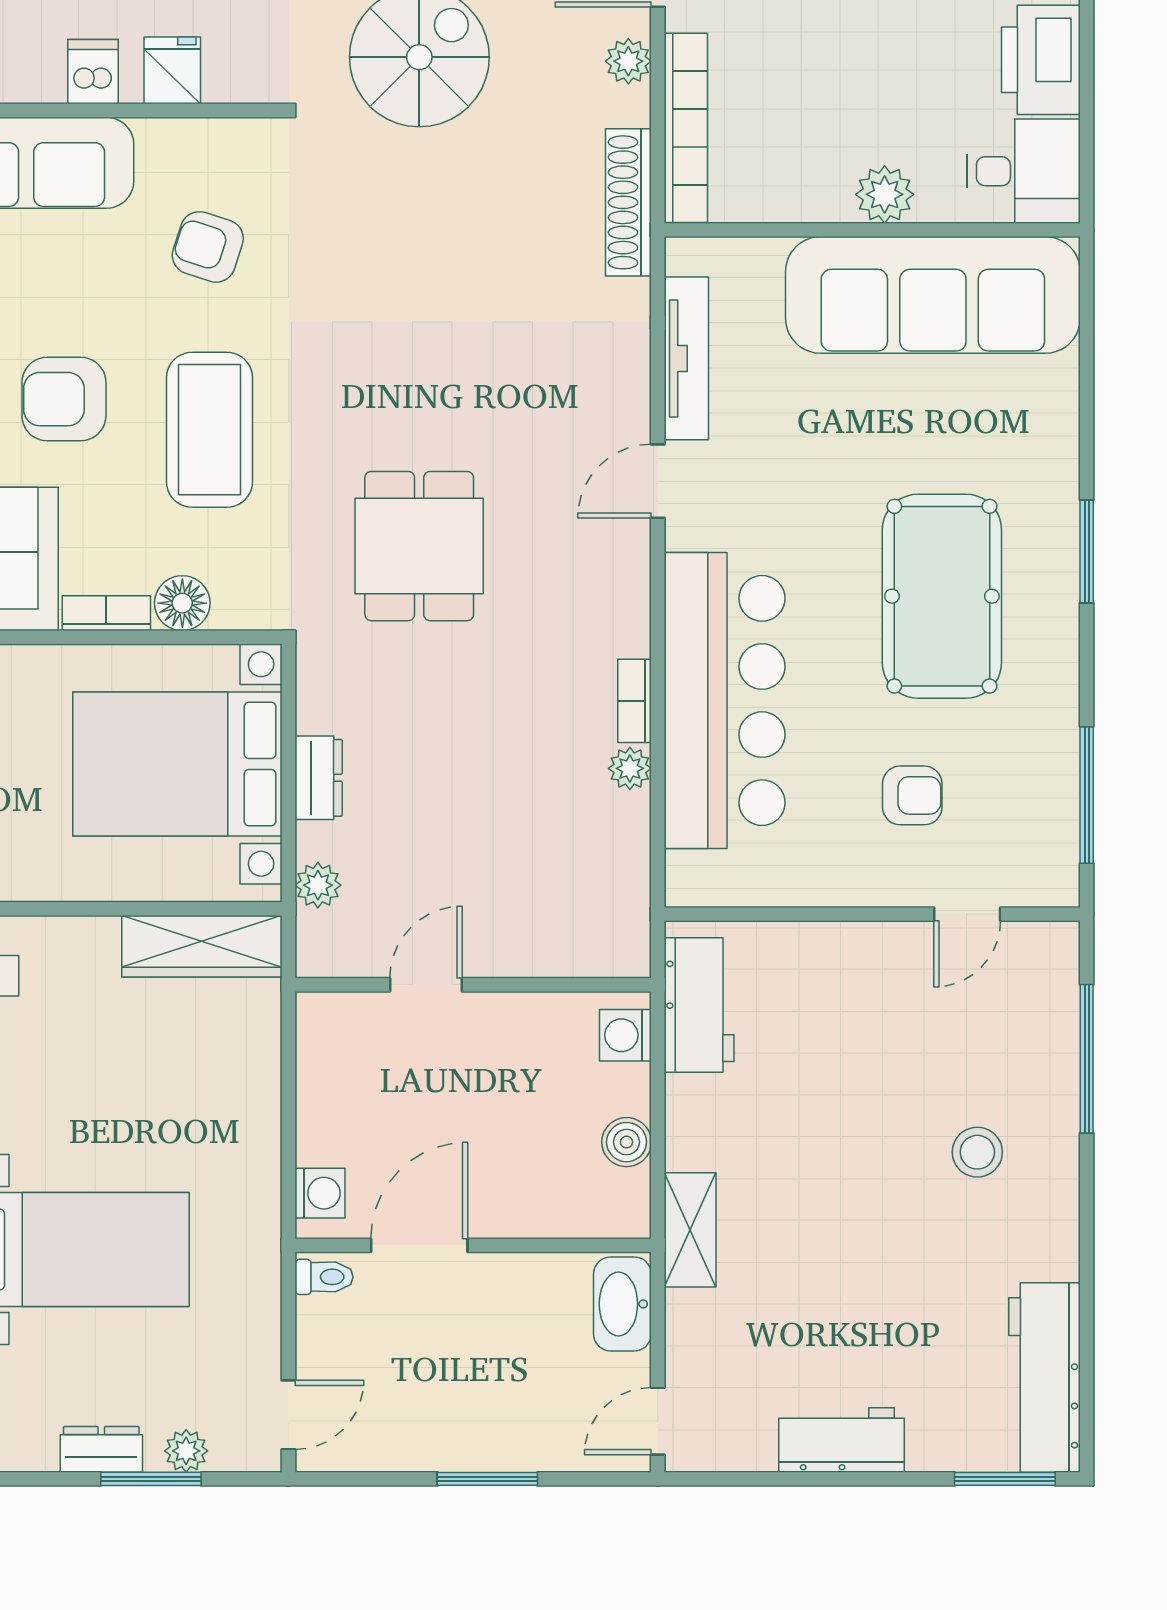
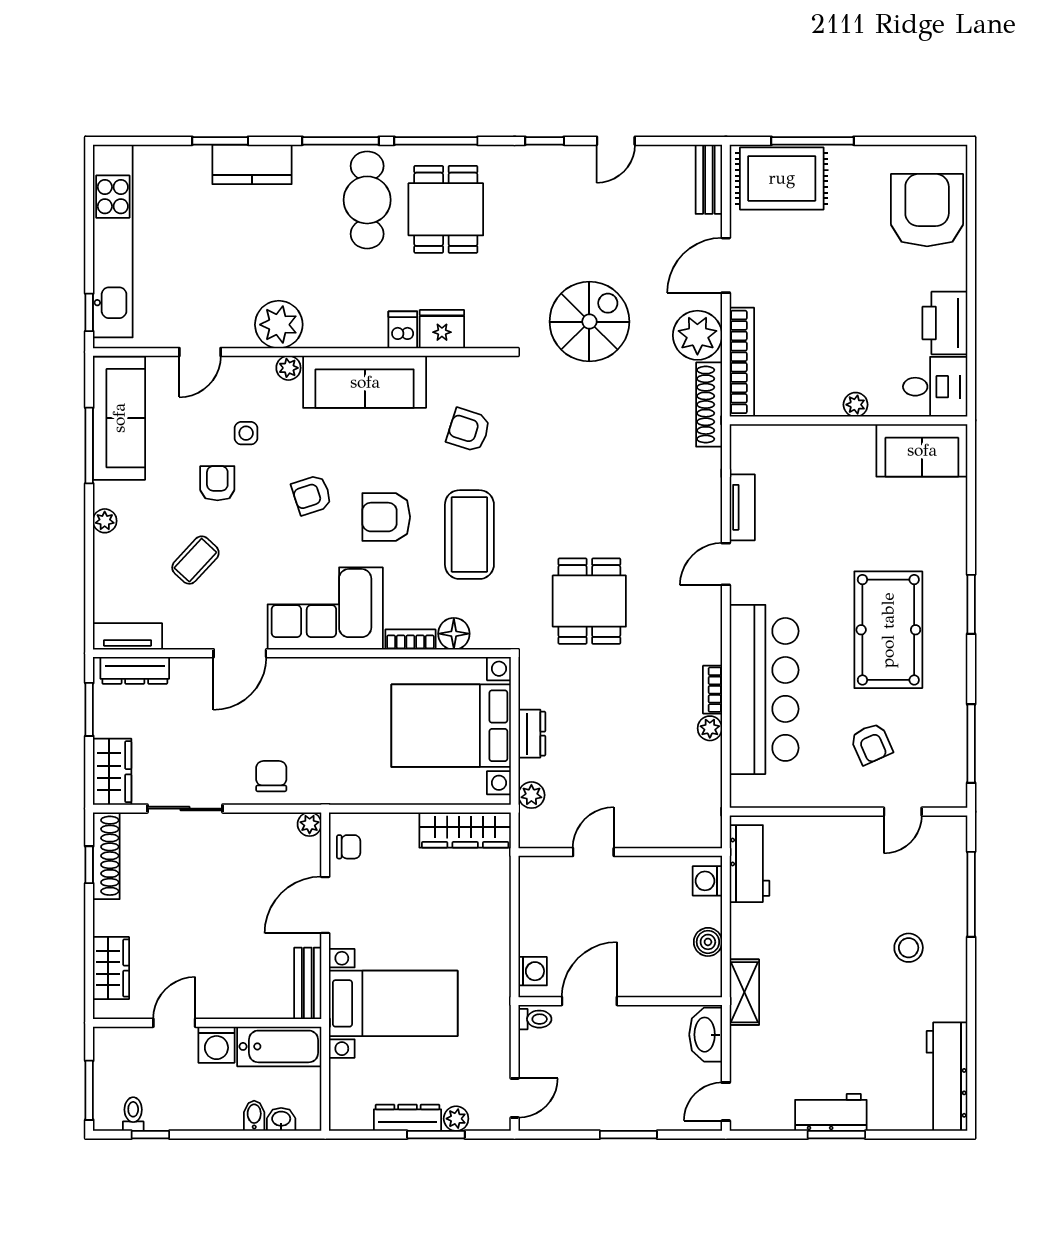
plant: (628, 61) -> (697, 335), width x1.88, depth x1.88
fridge: (172, 70) -> (442, 329), width x1.38
plant: (885, 194) -> (856, 405), width x0.73, depth x0.73
sofa: (933, 295) -> (922, 450), width x0.54, depth x0.79
tv unit: (686, 358) -> (742, 507), width x0.71
armchair: (912, 795) -> (871, 744), turned 66
dresser: (101, 1449) -> (408, 1118), width x1.44
window: (1005, 1479) -> (836, 1135), moved

